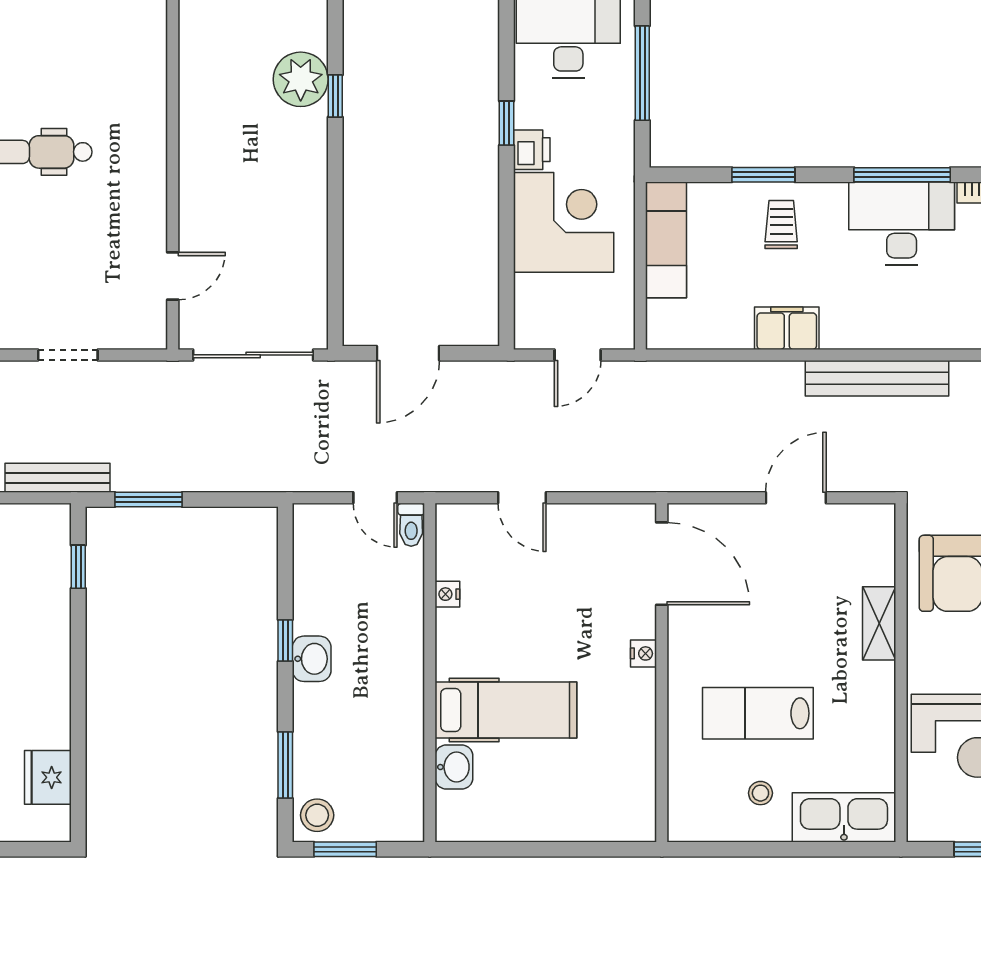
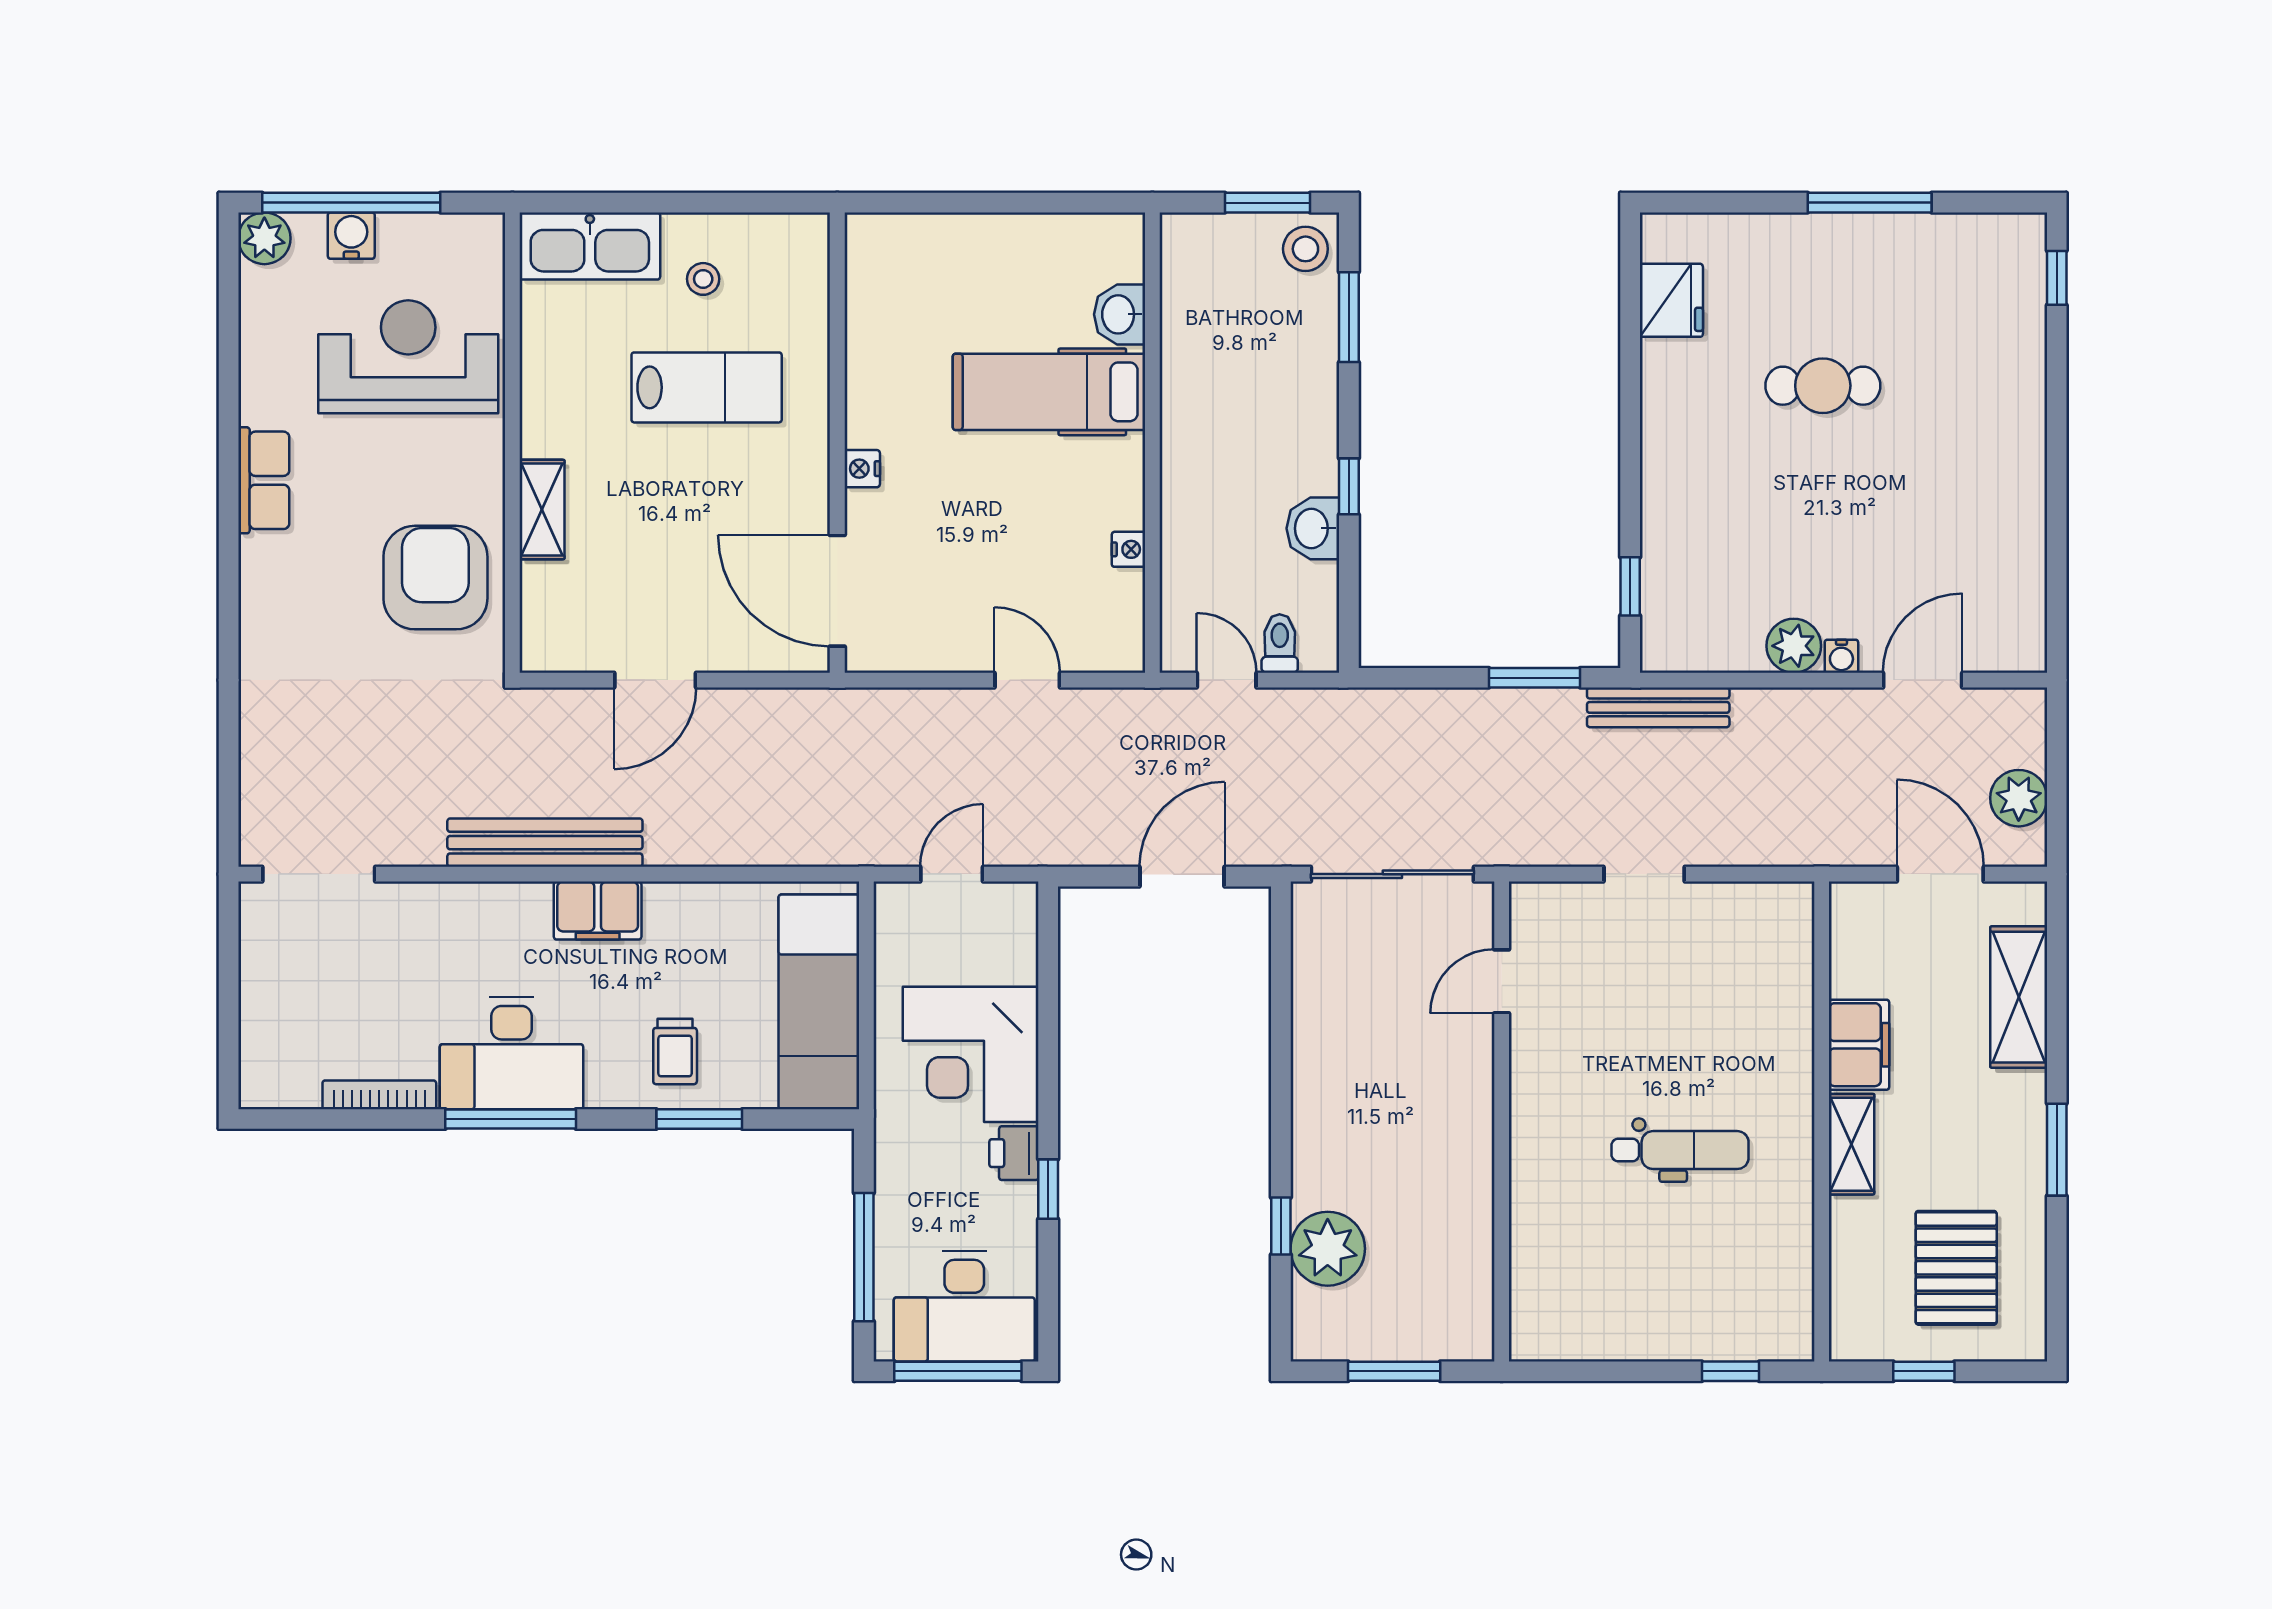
exam couch: (666, 240) -> (819, 1002), width x1.36, depth x1.45
filing cabinet: (787, 328) -> (598, 911), moved
toilet: (411, 525) -> (1280, 644), moved
washbasin: (312, 659) -> (1313, 528), moved

